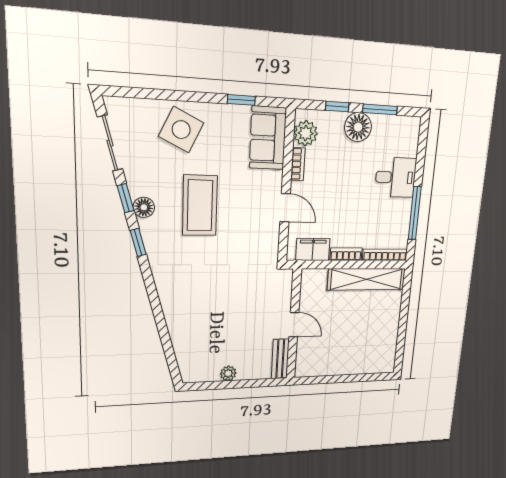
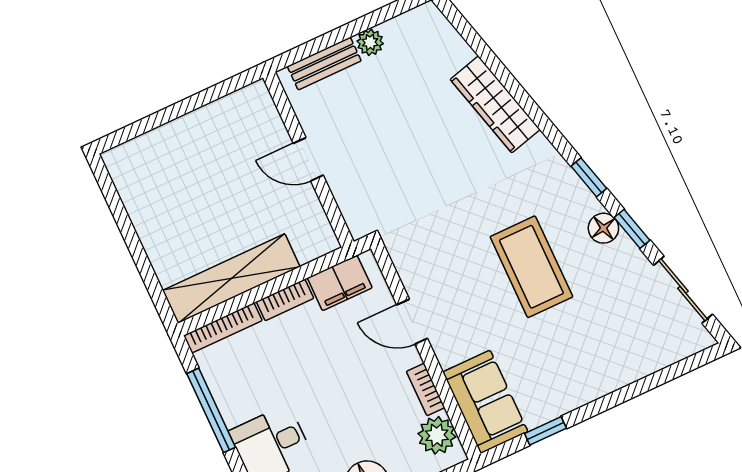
side table: (181, 130) -> (604, 353), removed
wardrobe: (175, 310) -> (495, 104), added
bench: (280, 359) -> (324, 64), moved, turned 90

